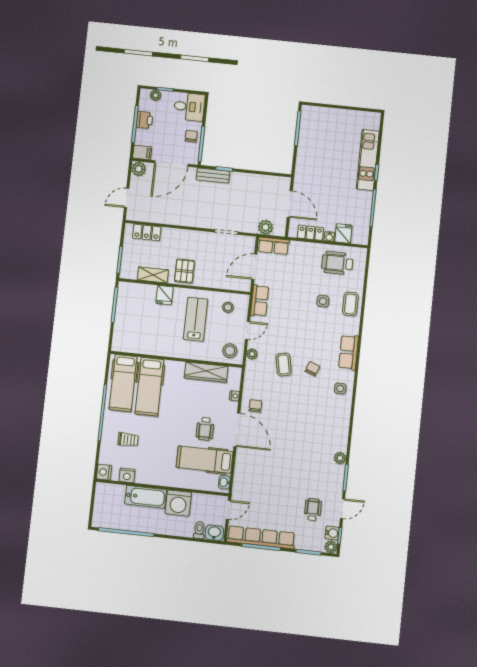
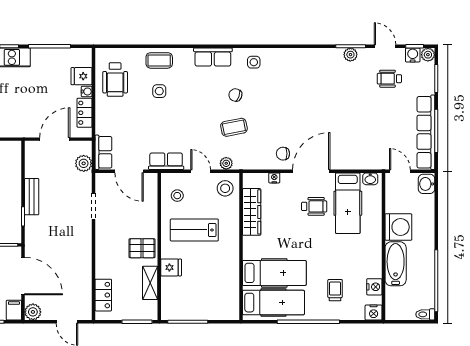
bench: (213, 175) -> (32, 197), moved
plant: (340, 458) -> (350, 55), moved
toilet: (199, 530) -> (425, 314), moved

